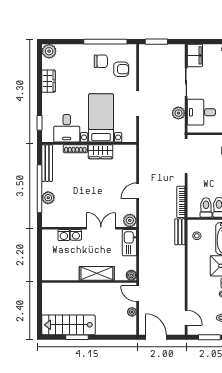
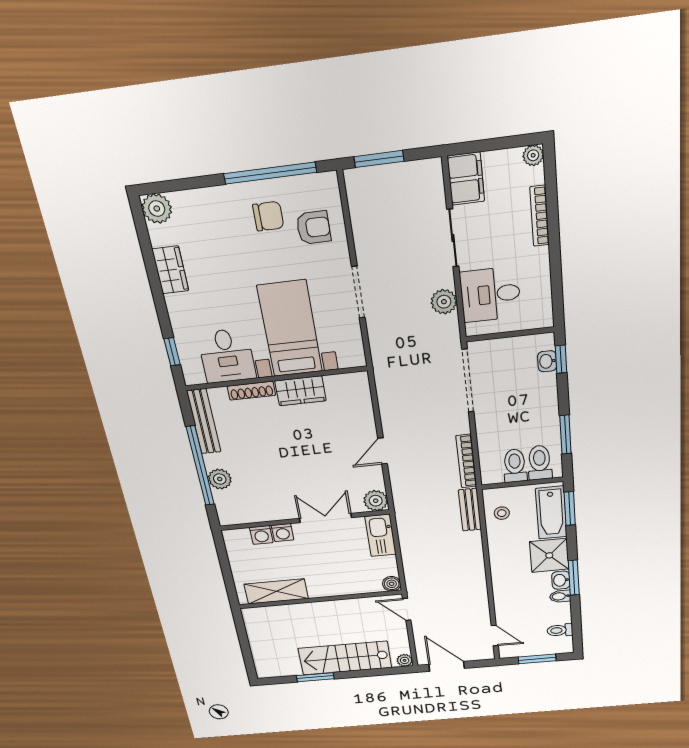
shelving: (97, 273) -> (276, 591), moved
plant: (132, 312) -> (405, 660), moved
stairs: (68, 325) -> (345, 658), moved

